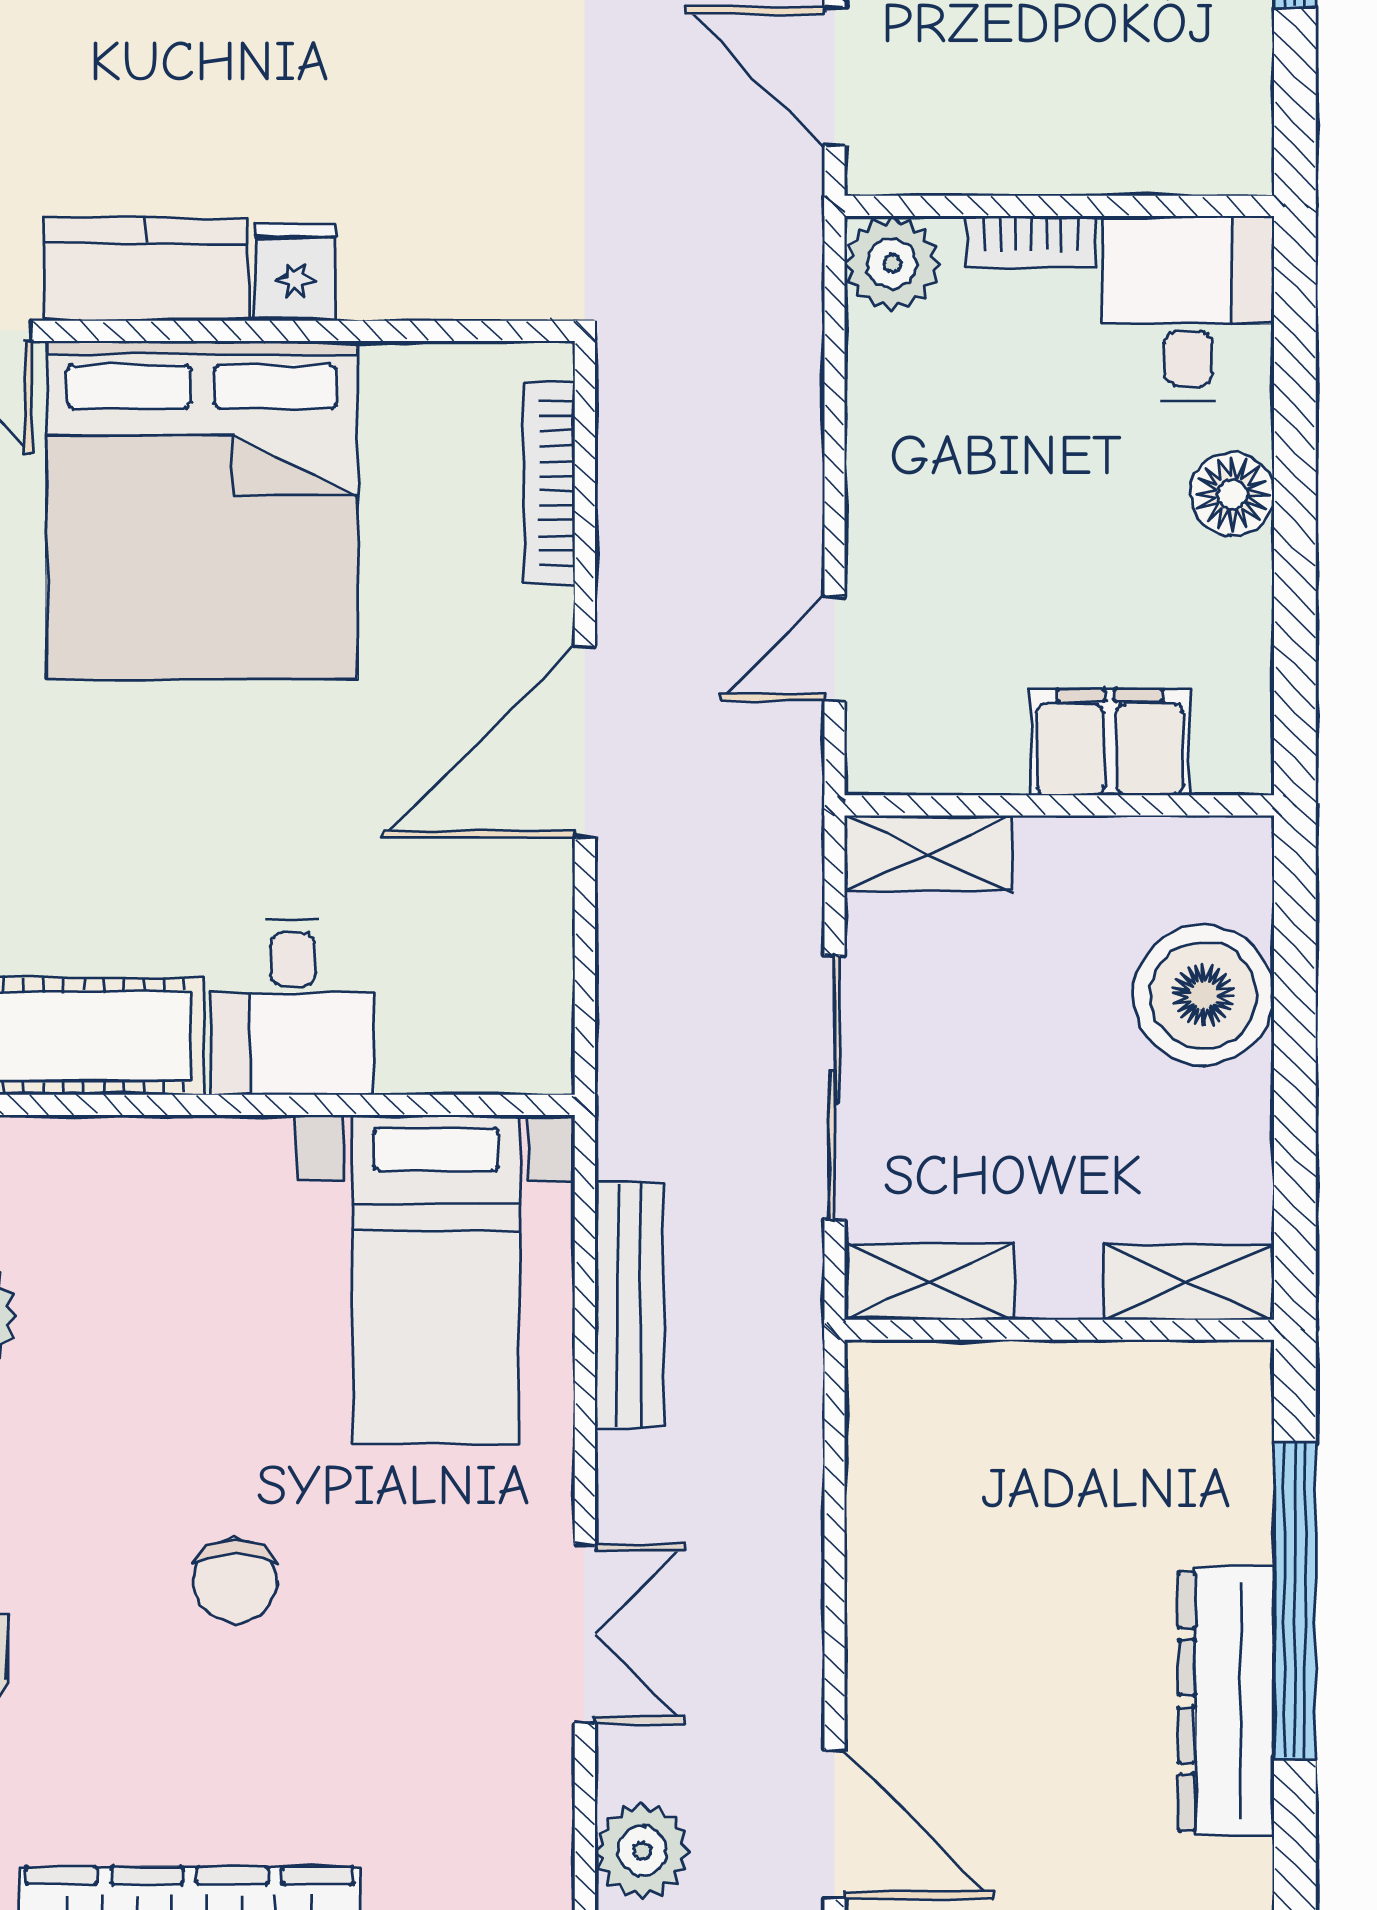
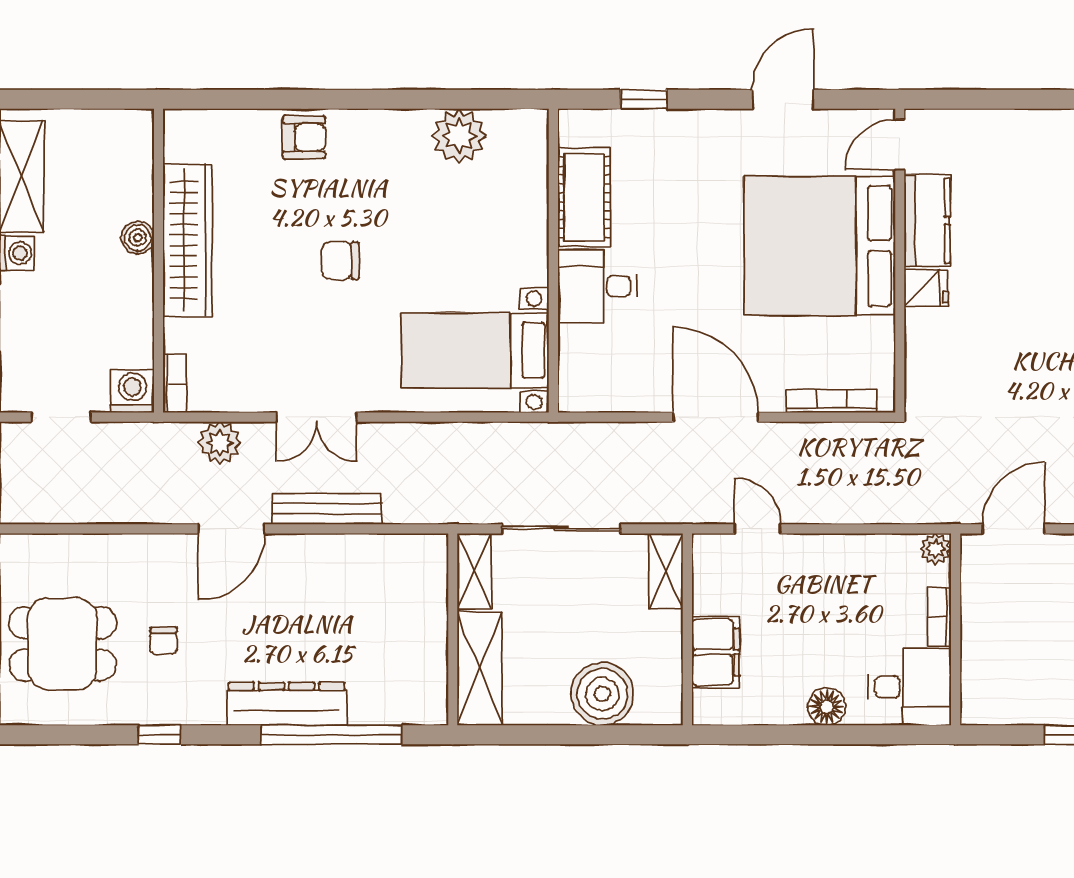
plant: (892, 263) -> (936, 549), width x0.73, depth x0.73
shelving: (1188, 1282) -> (480, 668), width x1.50, depth x1.33
bench: (629, 1304) -> (327, 509), moved

